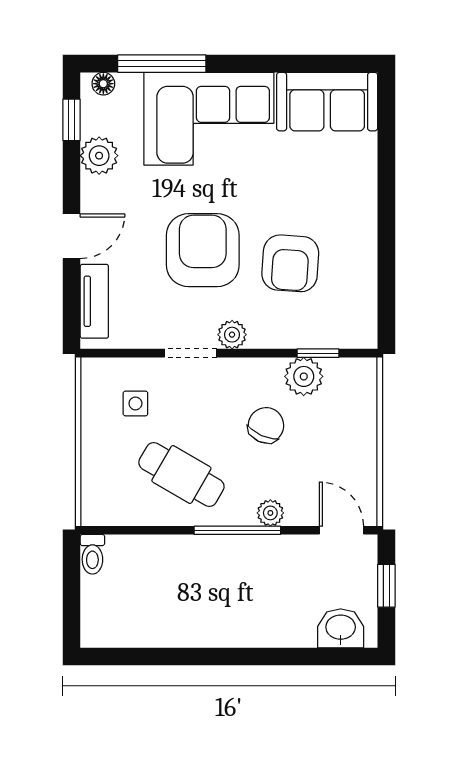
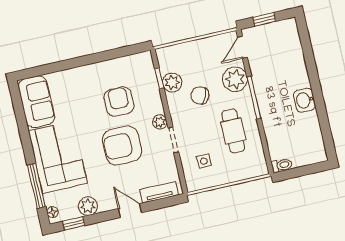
armchair: (290, 263) -> (119, 102), turned -94
cafe table: (181, 475) -> (233, 131), turned -30
plant: (270, 513) -> (235, 79), width x1.88, depth x1.88
washbasin: (341, 628) -> (305, 100), moved

